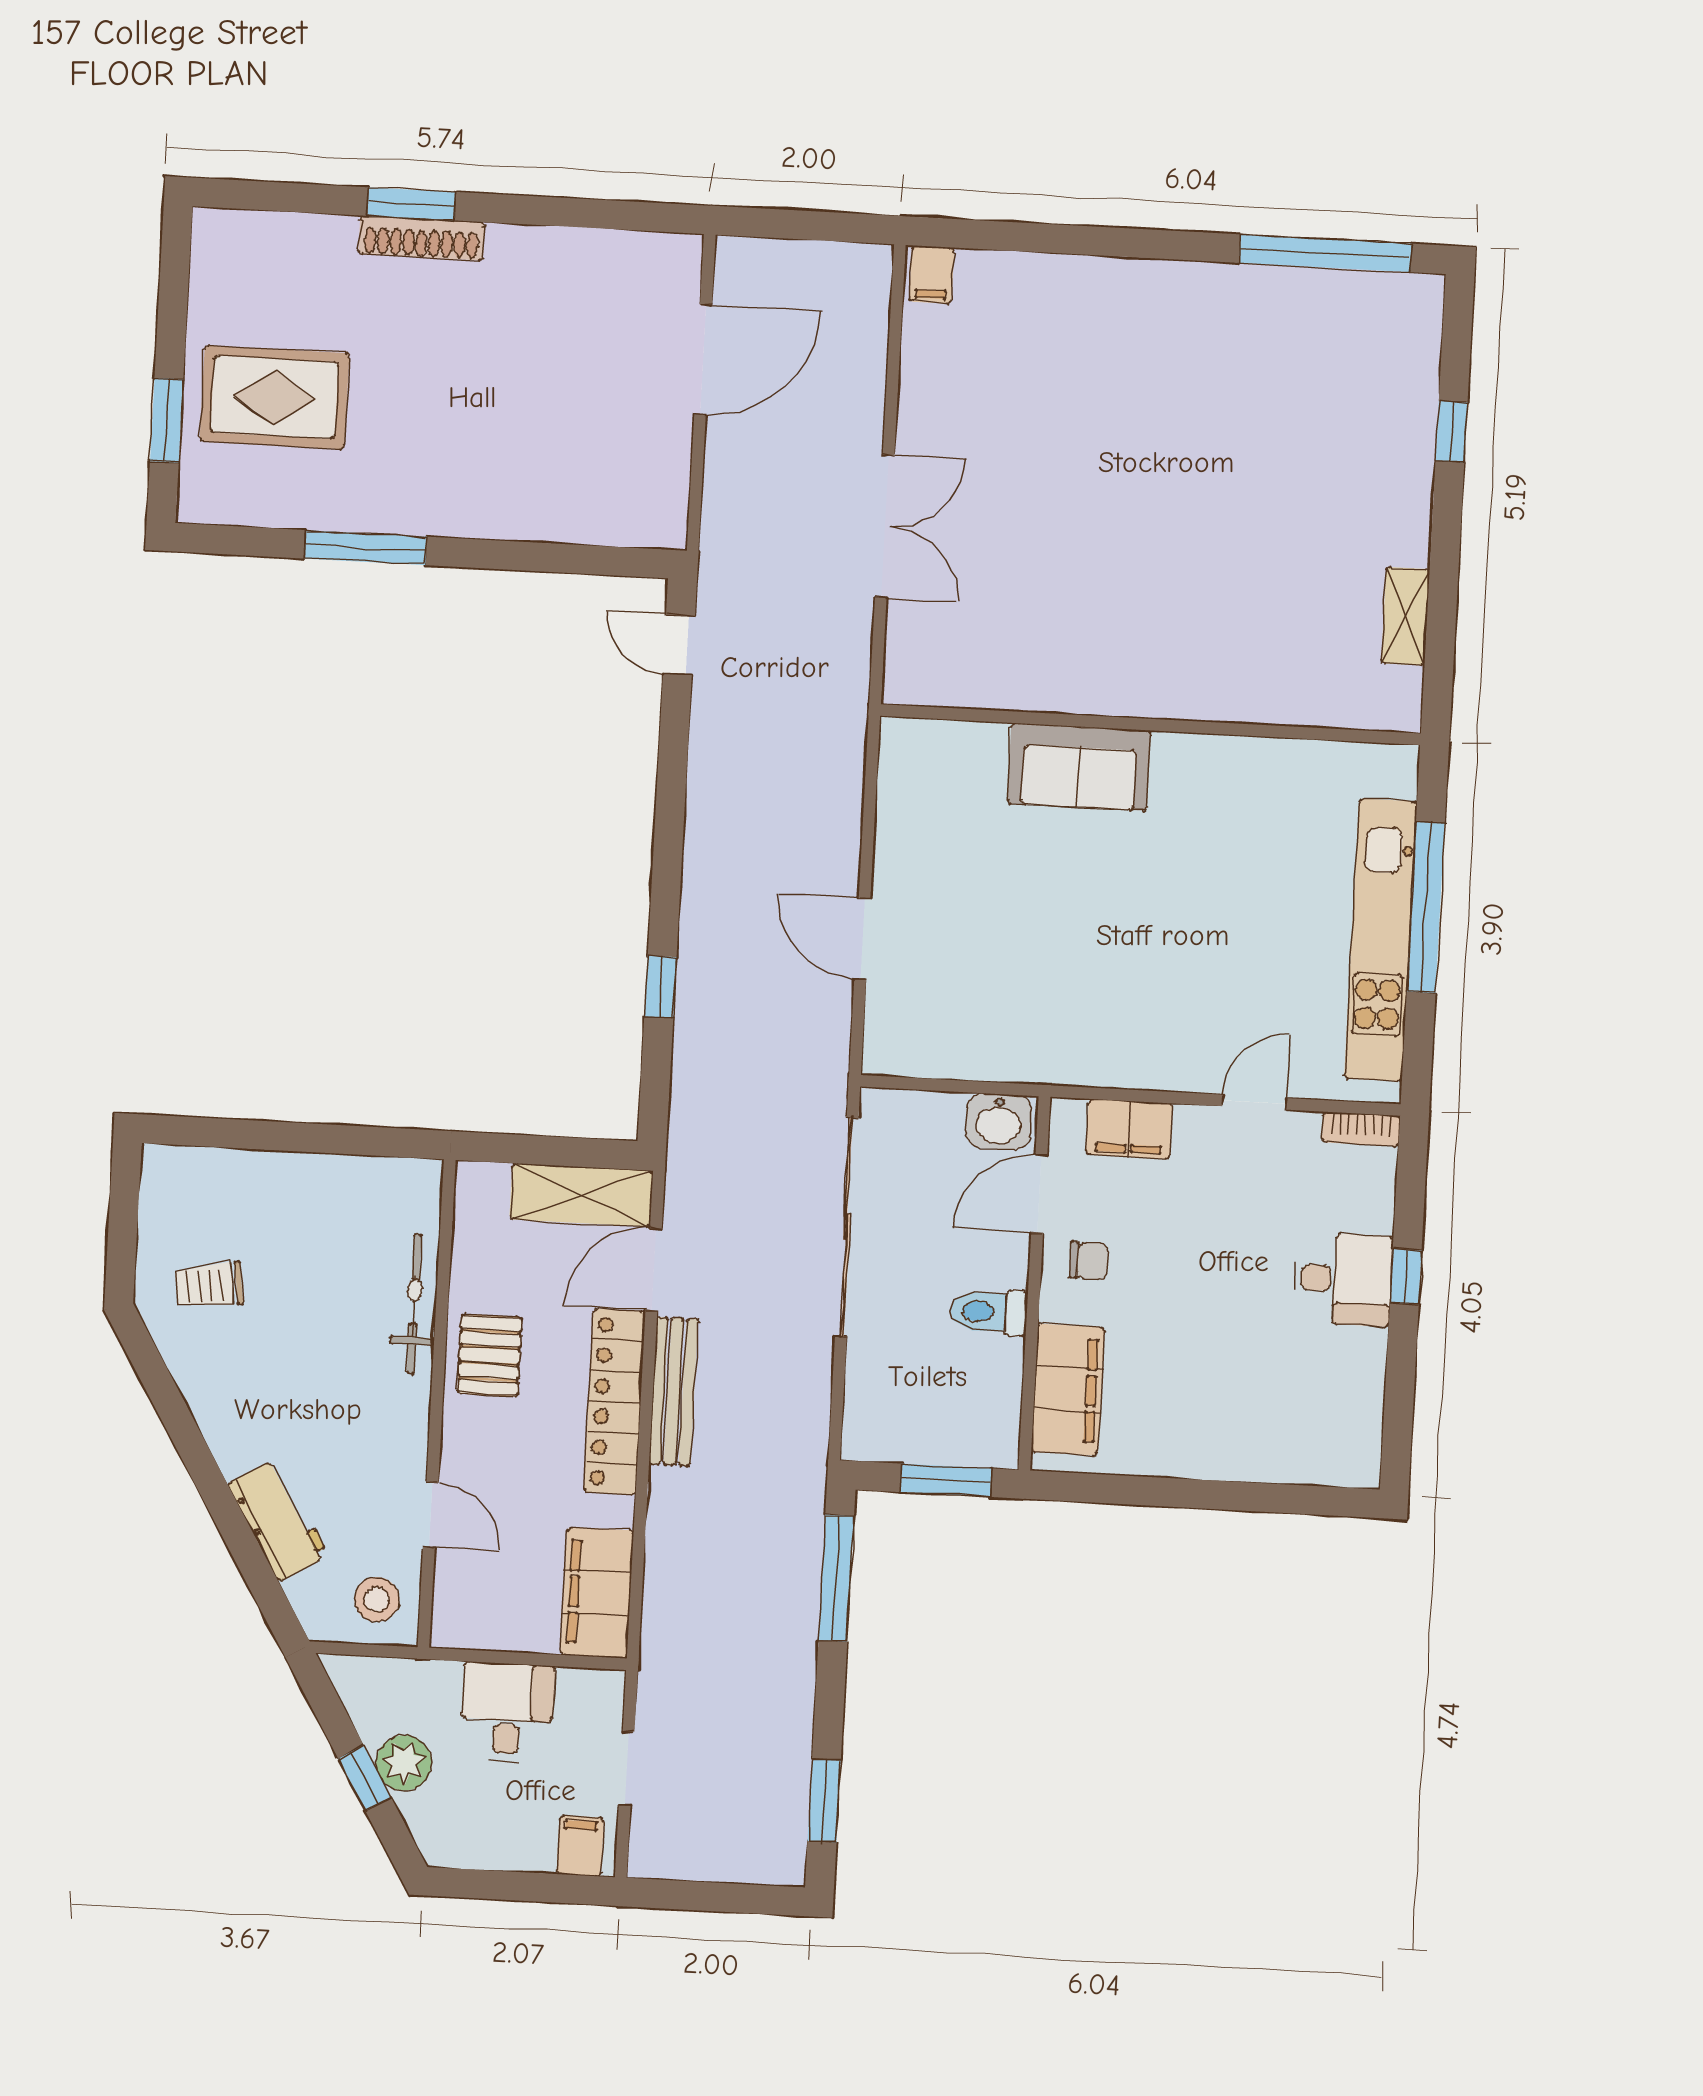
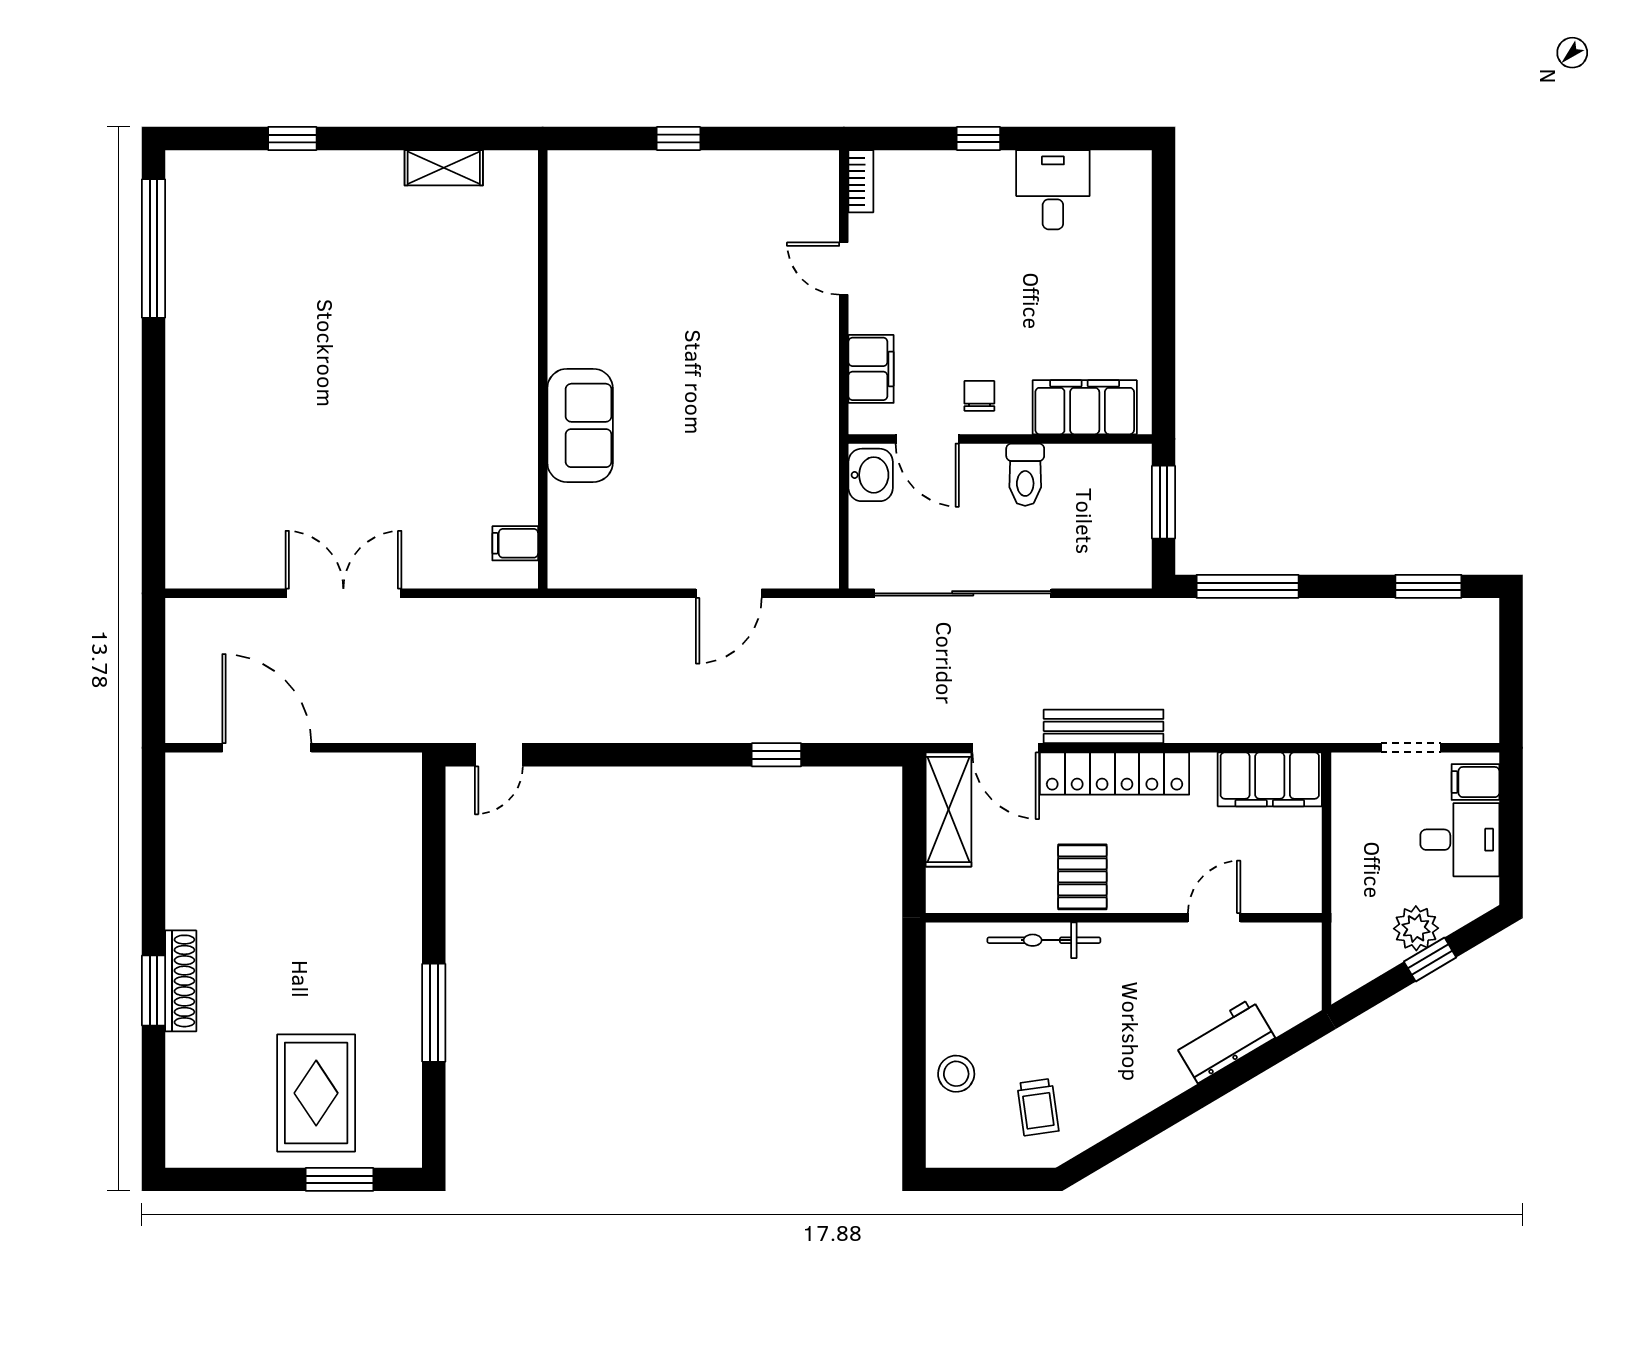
filing cabinet: (932, 275) -> (515, 543), moved, turned 180
double door: (885, 526) -> (343, 593), moved
window: (1426, 907) -> (679, 139), width x0.32
kitchen unit: (1381, 940) -> (707, 174), removed
desk: (1342, 1279) -> (1053, 190), moved
pallet: (490, 1355) -> (1082, 877), turned 90
stool: (377, 1599) -> (956, 1074), moved
desk: (507, 1712) -> (1460, 840), moved, turned 180

